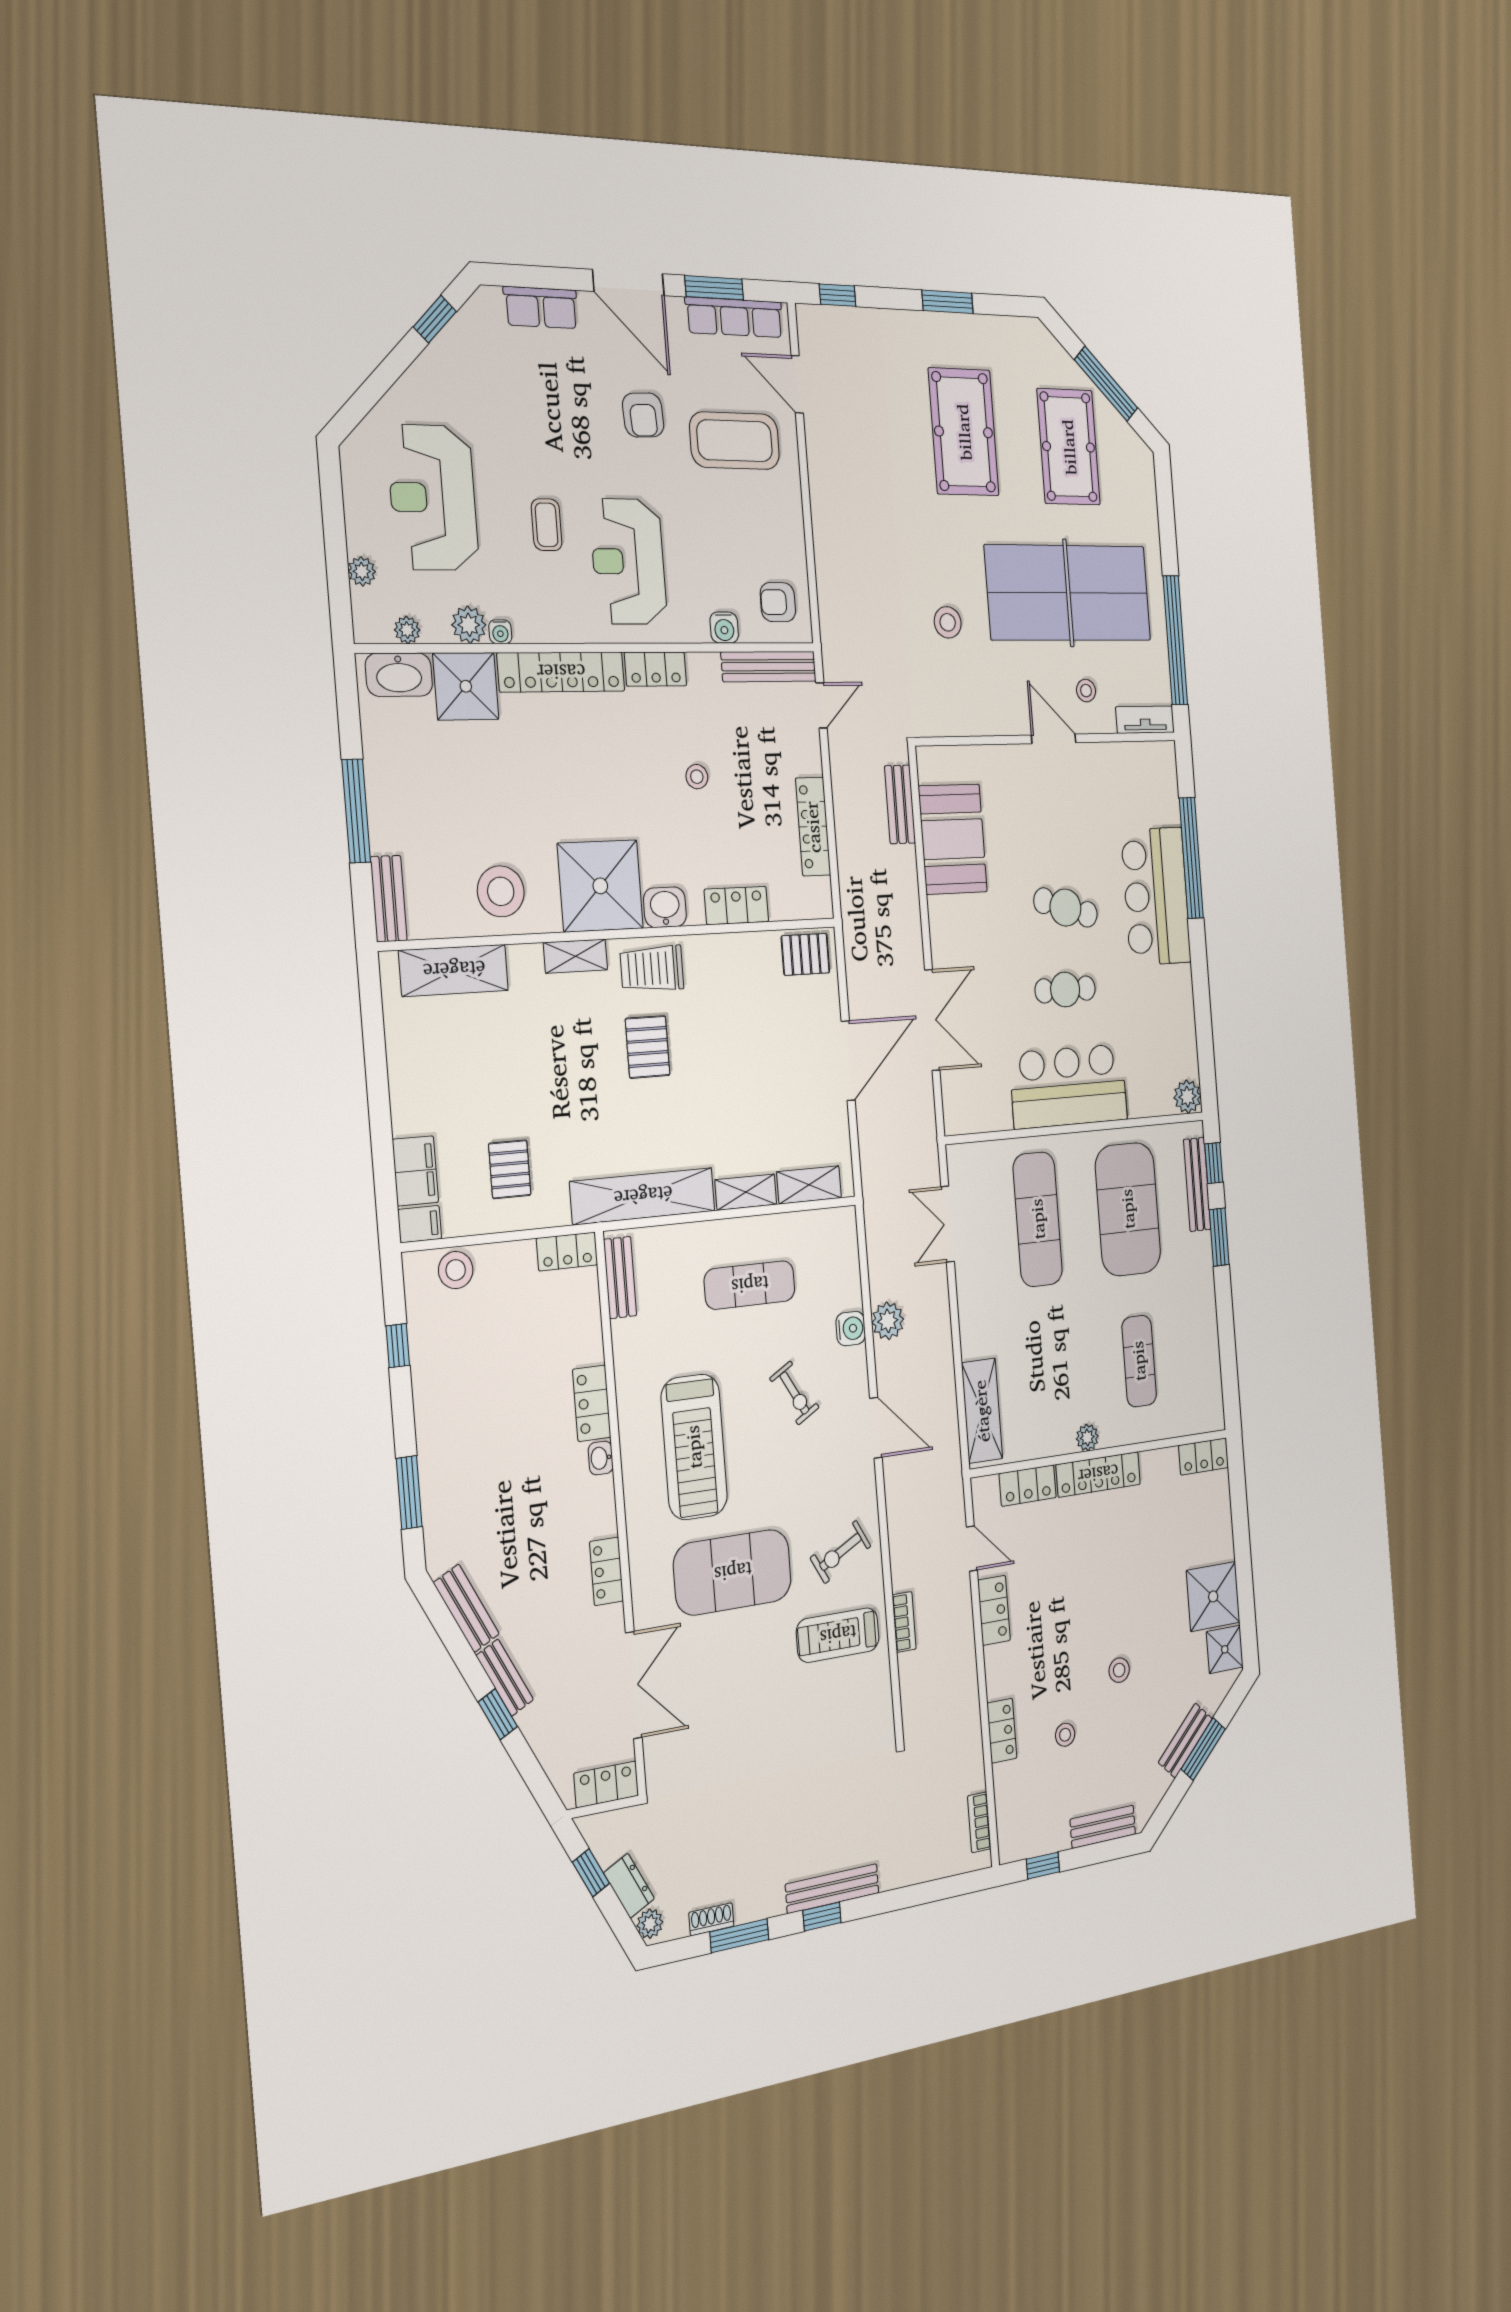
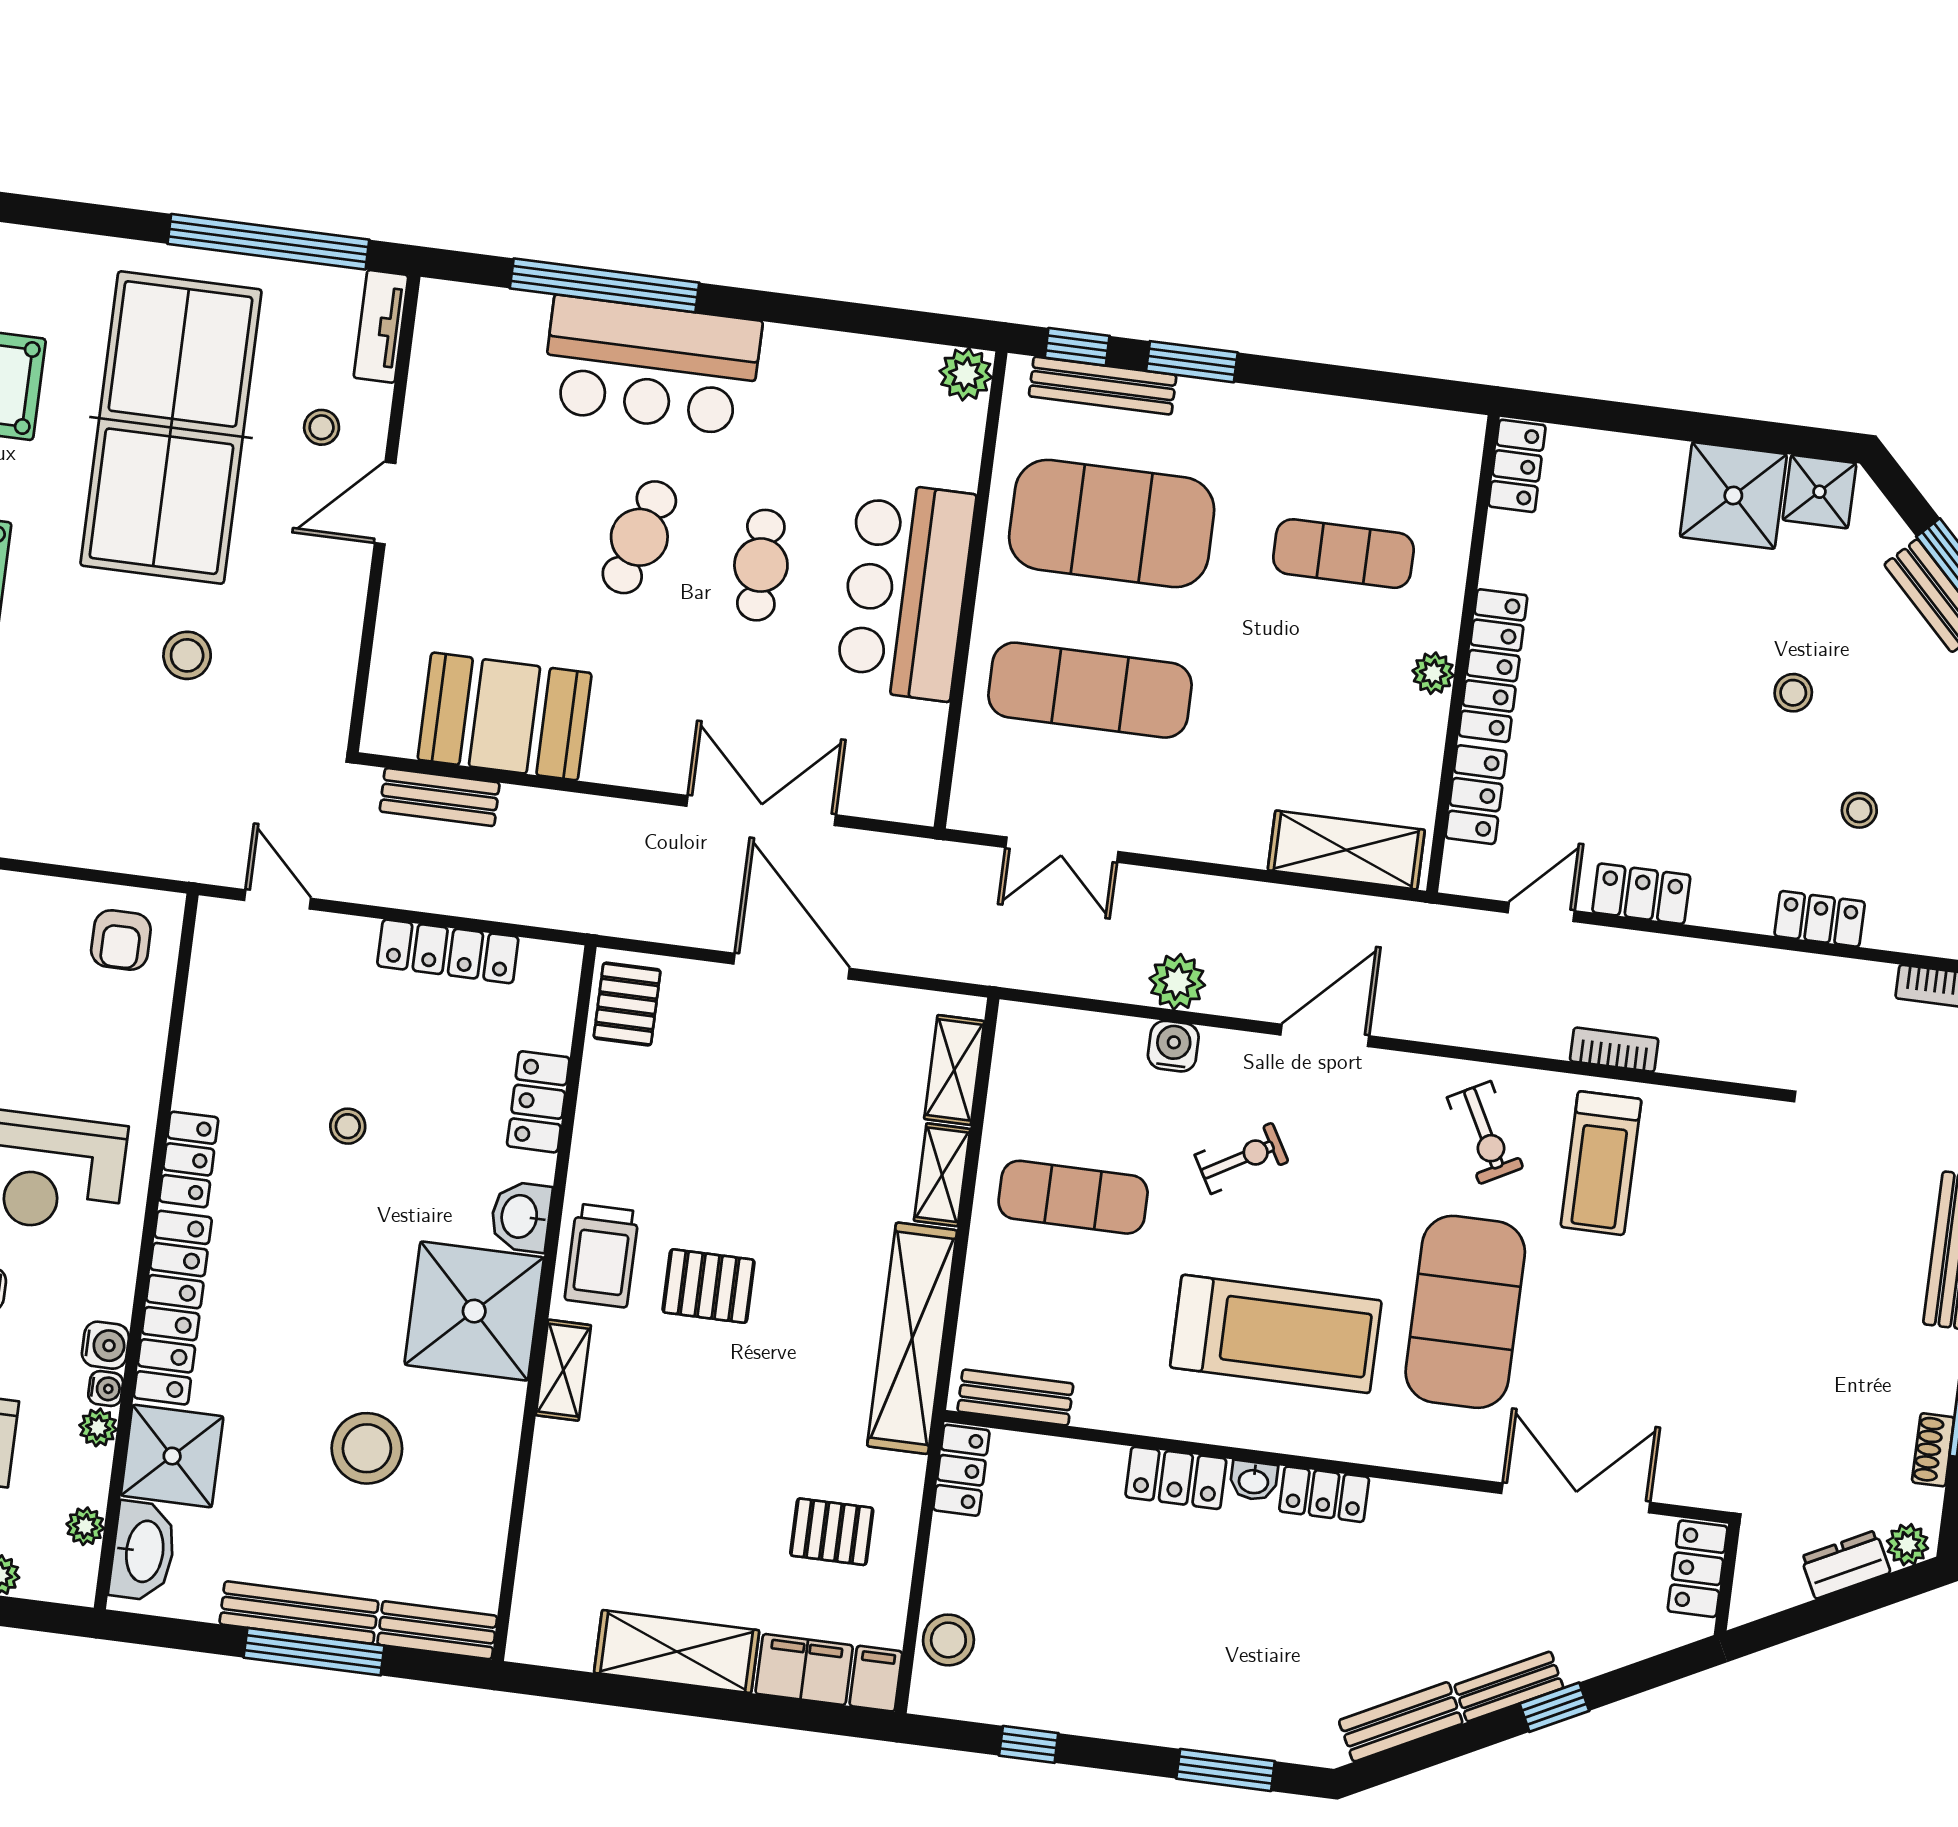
plant: (469, 625) -> (98, 1427), width x0.73, depth x0.73
water cooler: (724, 628) -> (105, 1345), moved
bench: (769, 667) -> (299, 1613), moved, turned 90
stool: (501, 891) -> (367, 1448), moved
shelving: (454, 970) -> (677, 1652), moved, turned 90
exercise mat: (750, 1285) -> (1073, 1197), turned 90
locker: (607, 1571) -> (1324, 1494), moved
window: (591, 1873) -> (1809, 1617), removed

